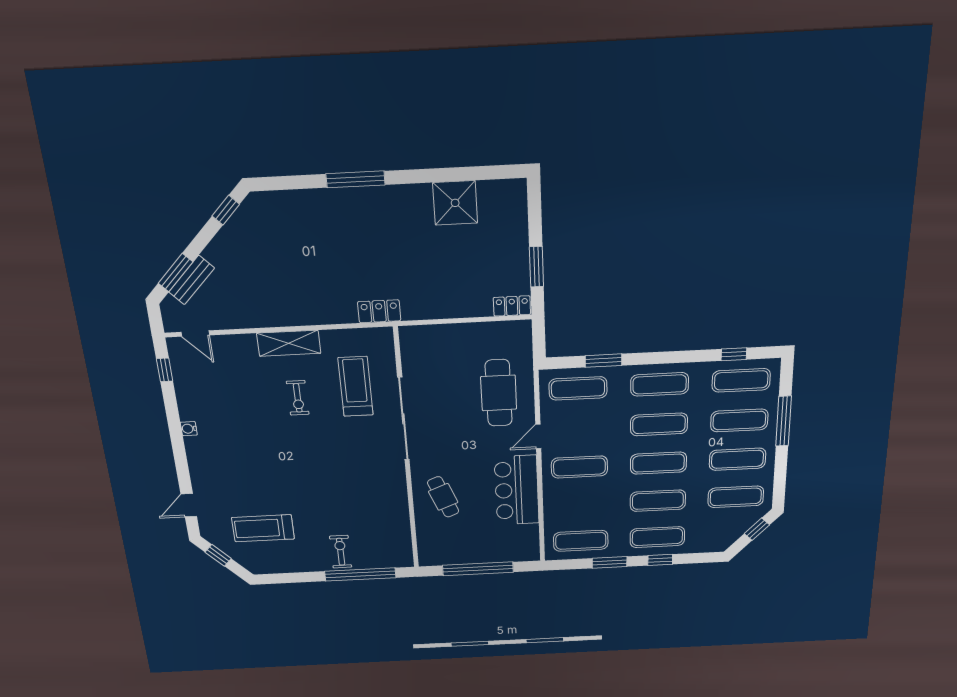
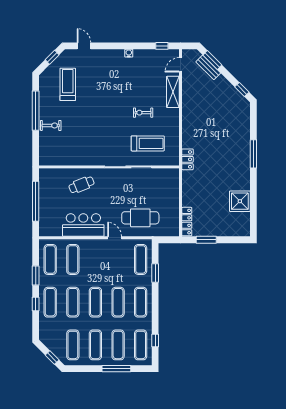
locker: (512, 306) -> (187, 222), width x1.53
shelving: (289, 343) -> (173, 92), moved
exercise mat: (579, 467) -> (73, 259), moved
window: (360, 574) -> (36, 111), moved

